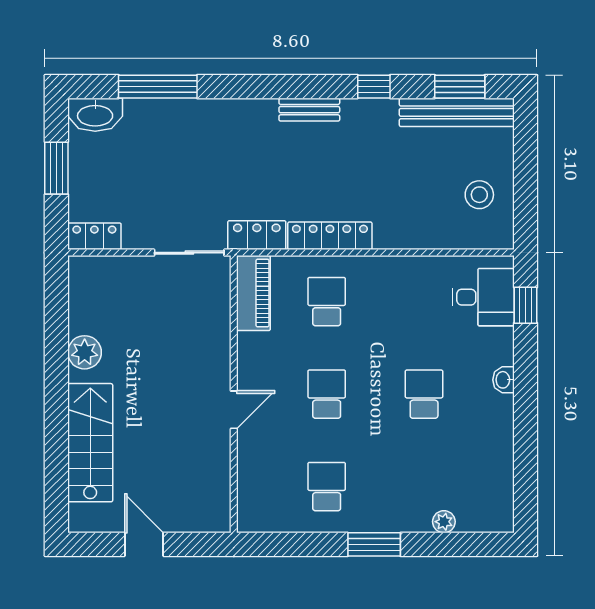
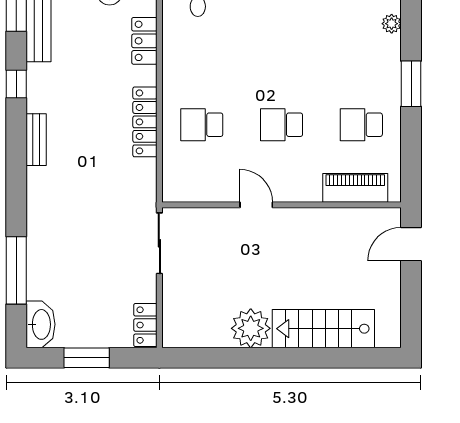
locker: (257, 235) -> (144, 41), moved
piano: (253, 293) -> (355, 188), moved
plant: (85, 352) -> (251, 328), width x1.36, depth x1.36
school desk: (424, 394) -> (282, 41), removed
door: (234, 410) -> (256, 205), moved
door: (144, 544) -> (411, 244), moved

